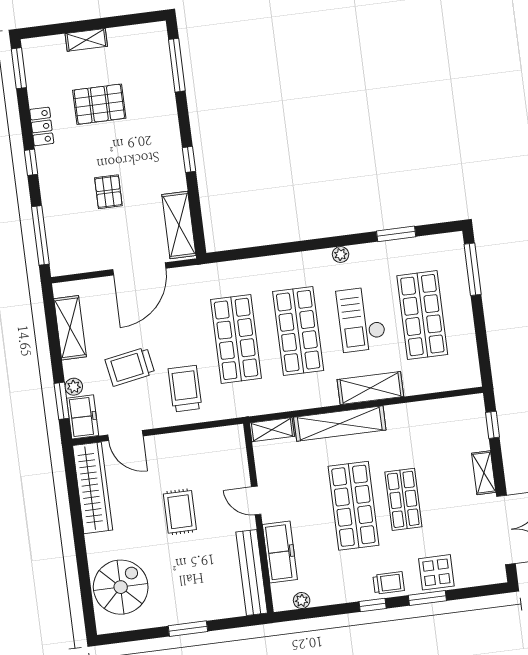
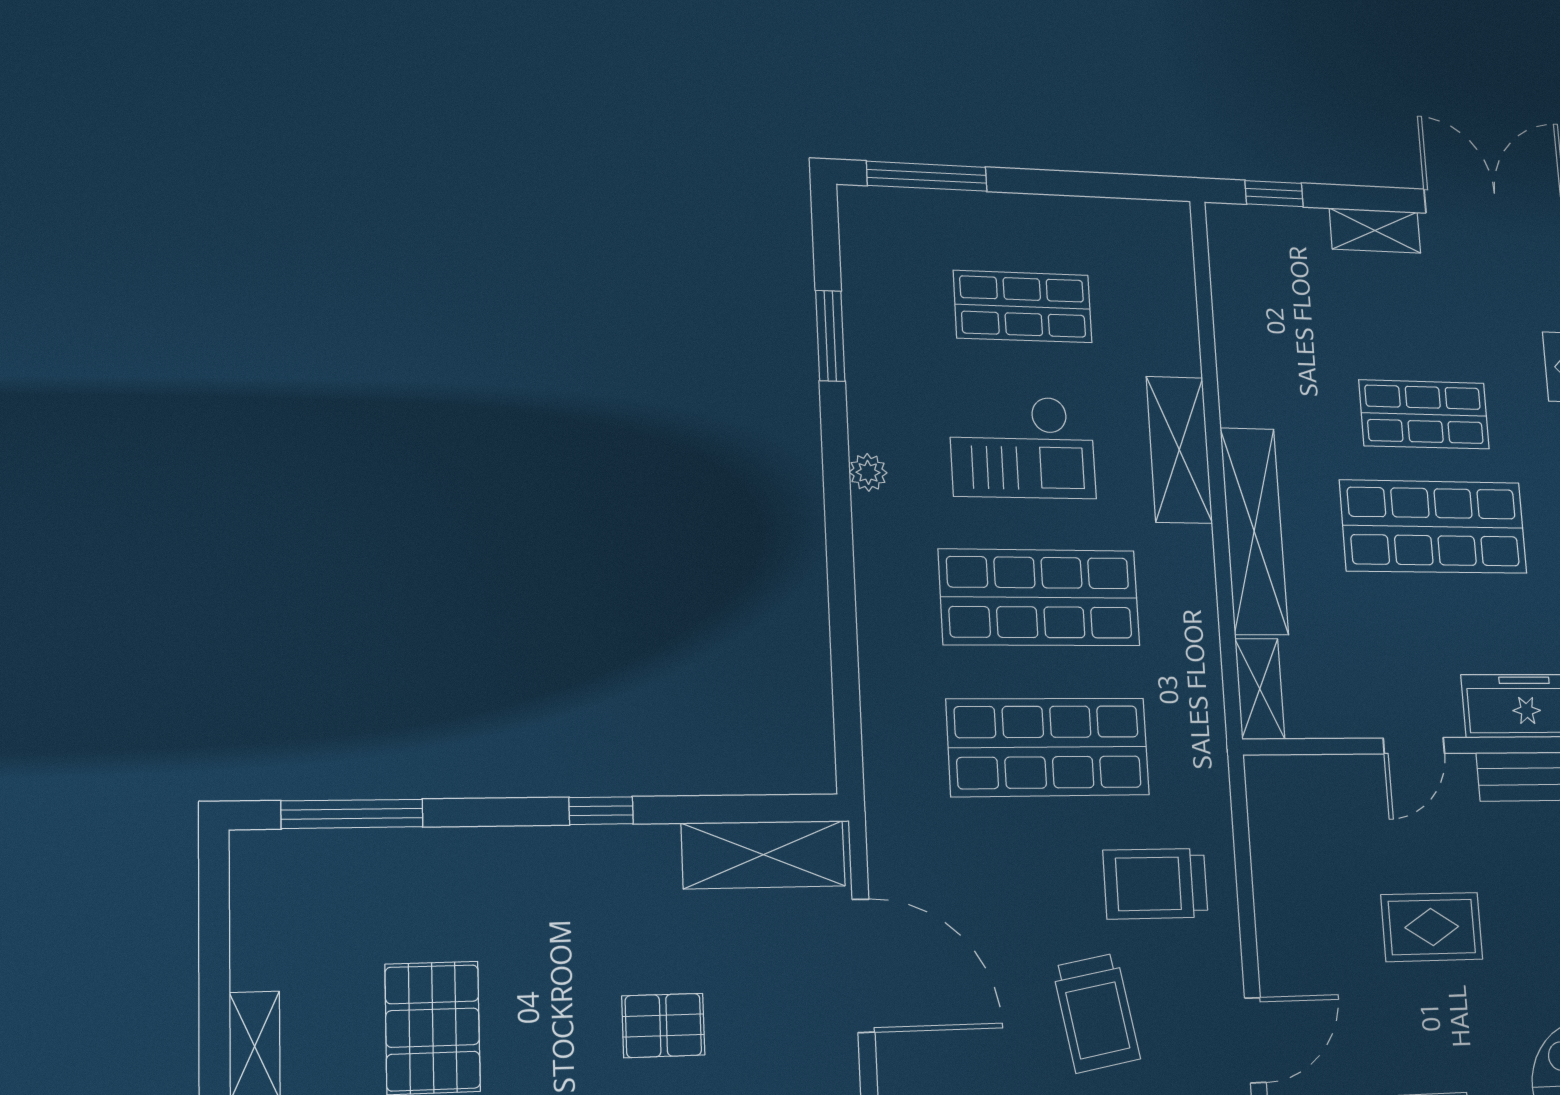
shop shelf: (422, 315) -> (1023, 307), width x0.70, depth x0.74

